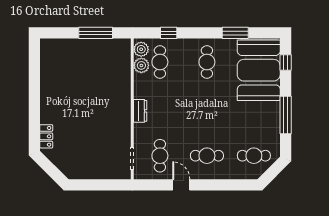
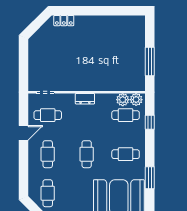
cafe table: (207, 109) -> (87, 154), added

